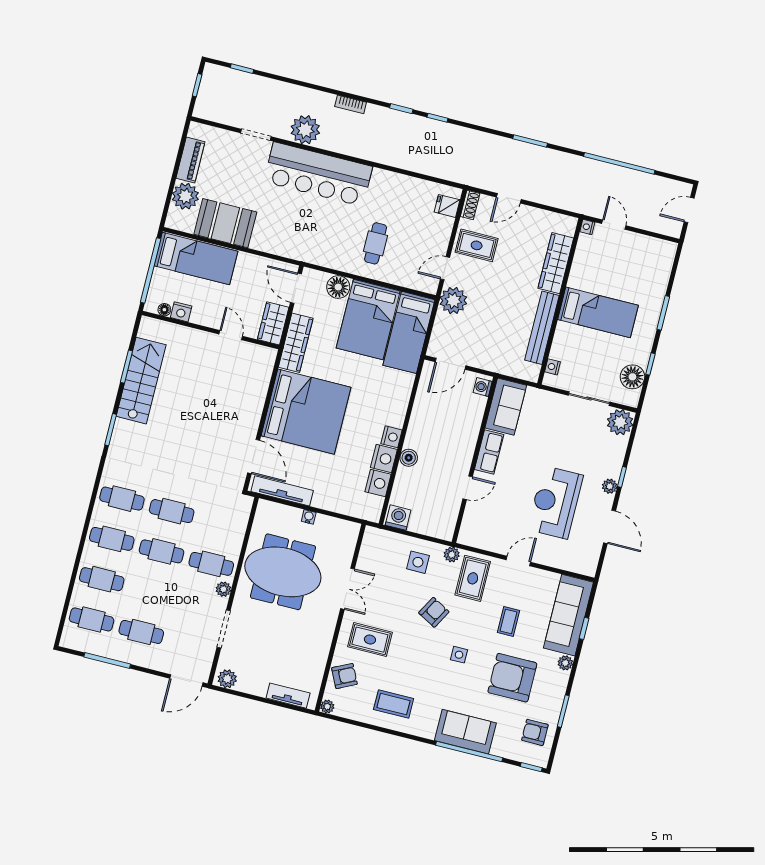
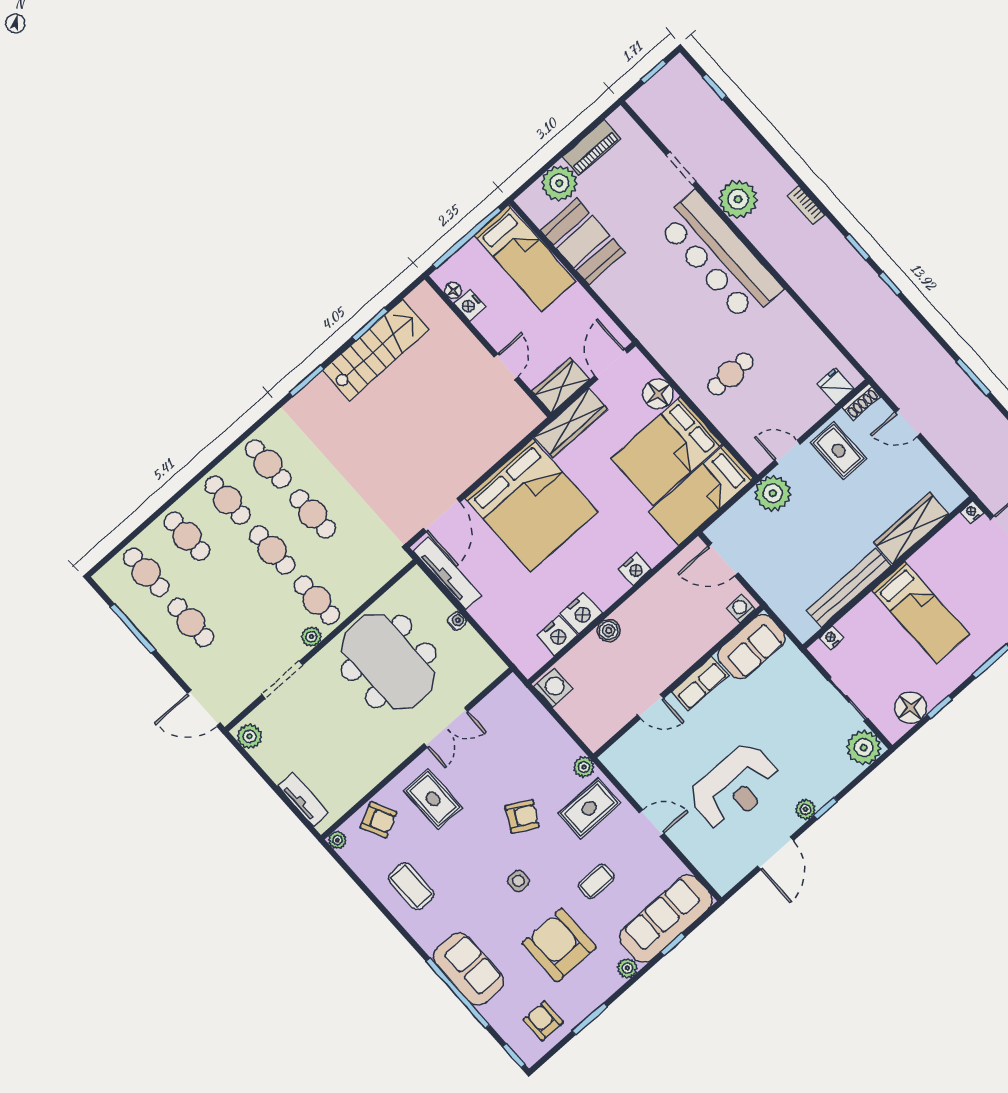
nightstand: (392, 437) -> (635, 569), moved
reception desk: (555, 502) -> (735, 787), turned 180
side table: (418, 562) -> (542, 750), removed

